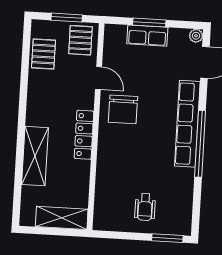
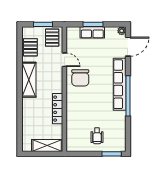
locker: (84, 135) -> (58, 109), moved
shelving: (35, 156) -> (29, 80), moved

